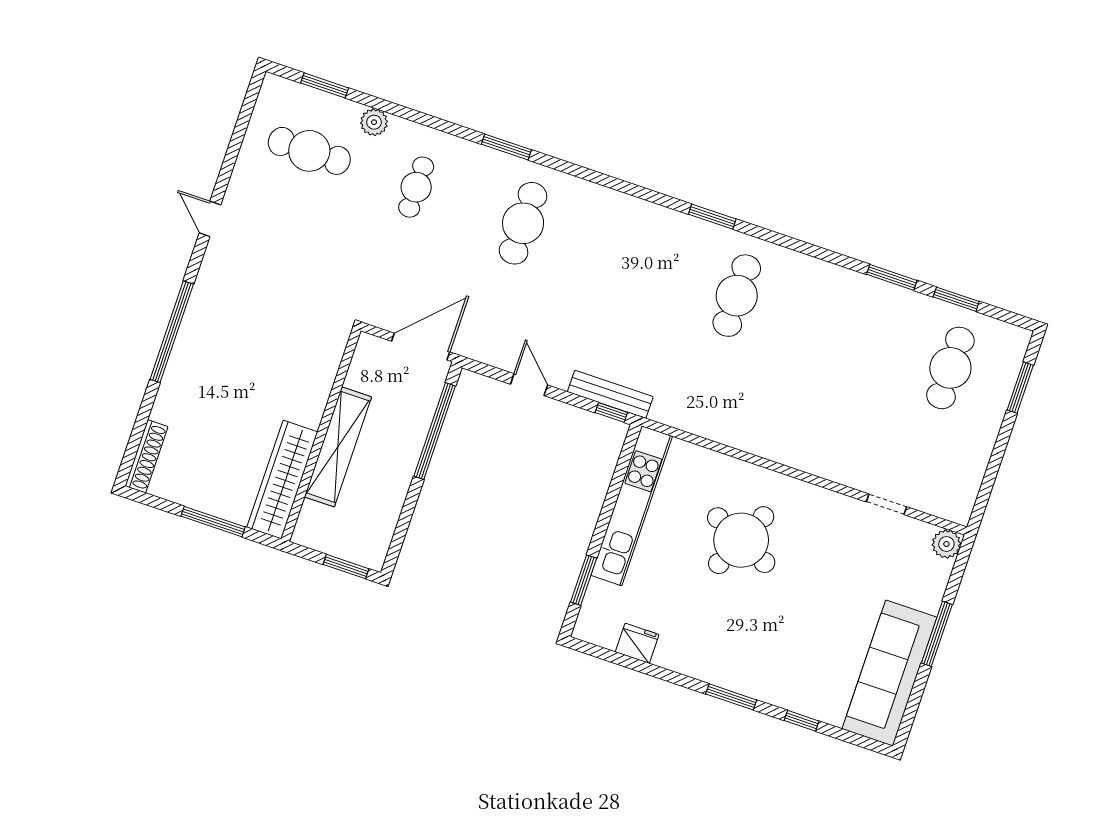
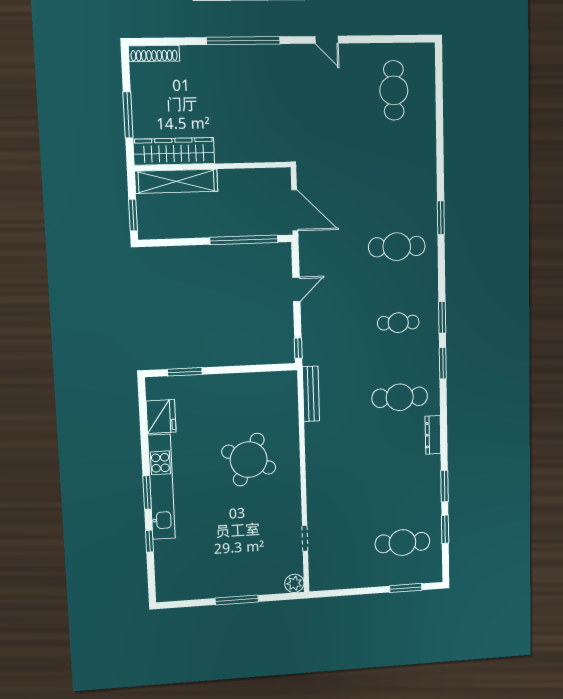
window: (325, 85) -> (442, 317), moved
plant: (374, 122) -> (427, 126), removed
cafe table: (416, 187) -> (398, 323), moved
door: (210, 219) -> (327, 40), swing flipped
dresser: (810, 267) -> (433, 435), added
bench: (610, 394) -> (311, 394), moved
shelving: (338, 447) -> (176, 181), moved
kitchen unit: (632, 506) -> (162, 487), moved, turned -90
fridge: (637, 643) -> (161, 417), width x1.36, depth x1.34
sofa: (889, 673) -> (201, 582), removed

